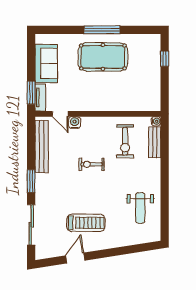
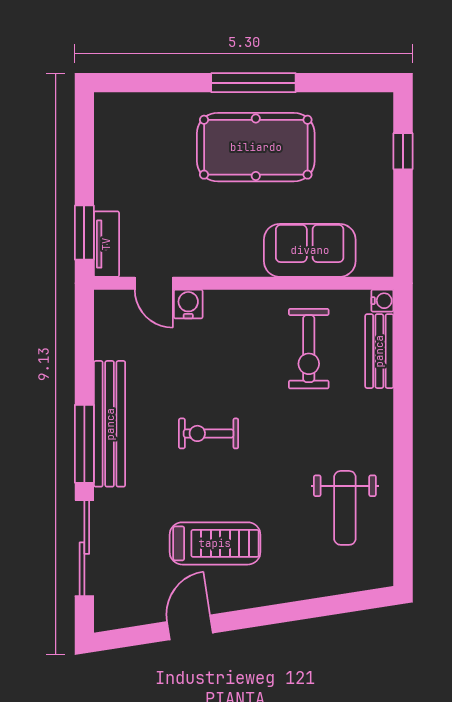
sofa: (46, 63) -> (310, 250), moved, turned -90
bench: (42, 147) -> (110, 424), moved
exercise bike: (92, 164) -> (209, 433), moved
window: (31, 181) -> (84, 444), width x1.44

